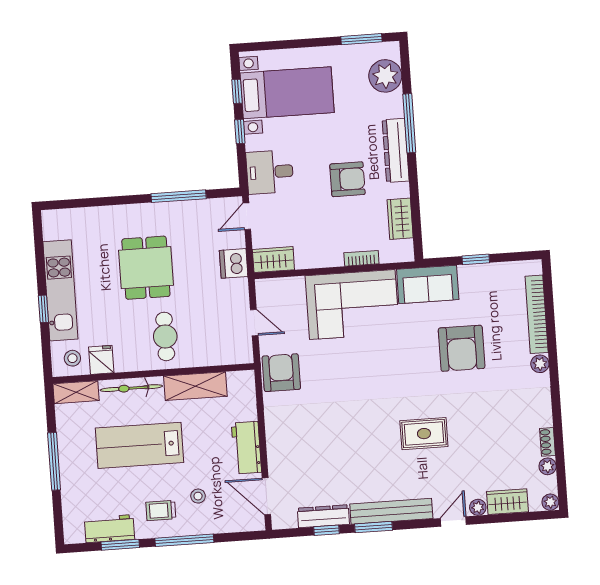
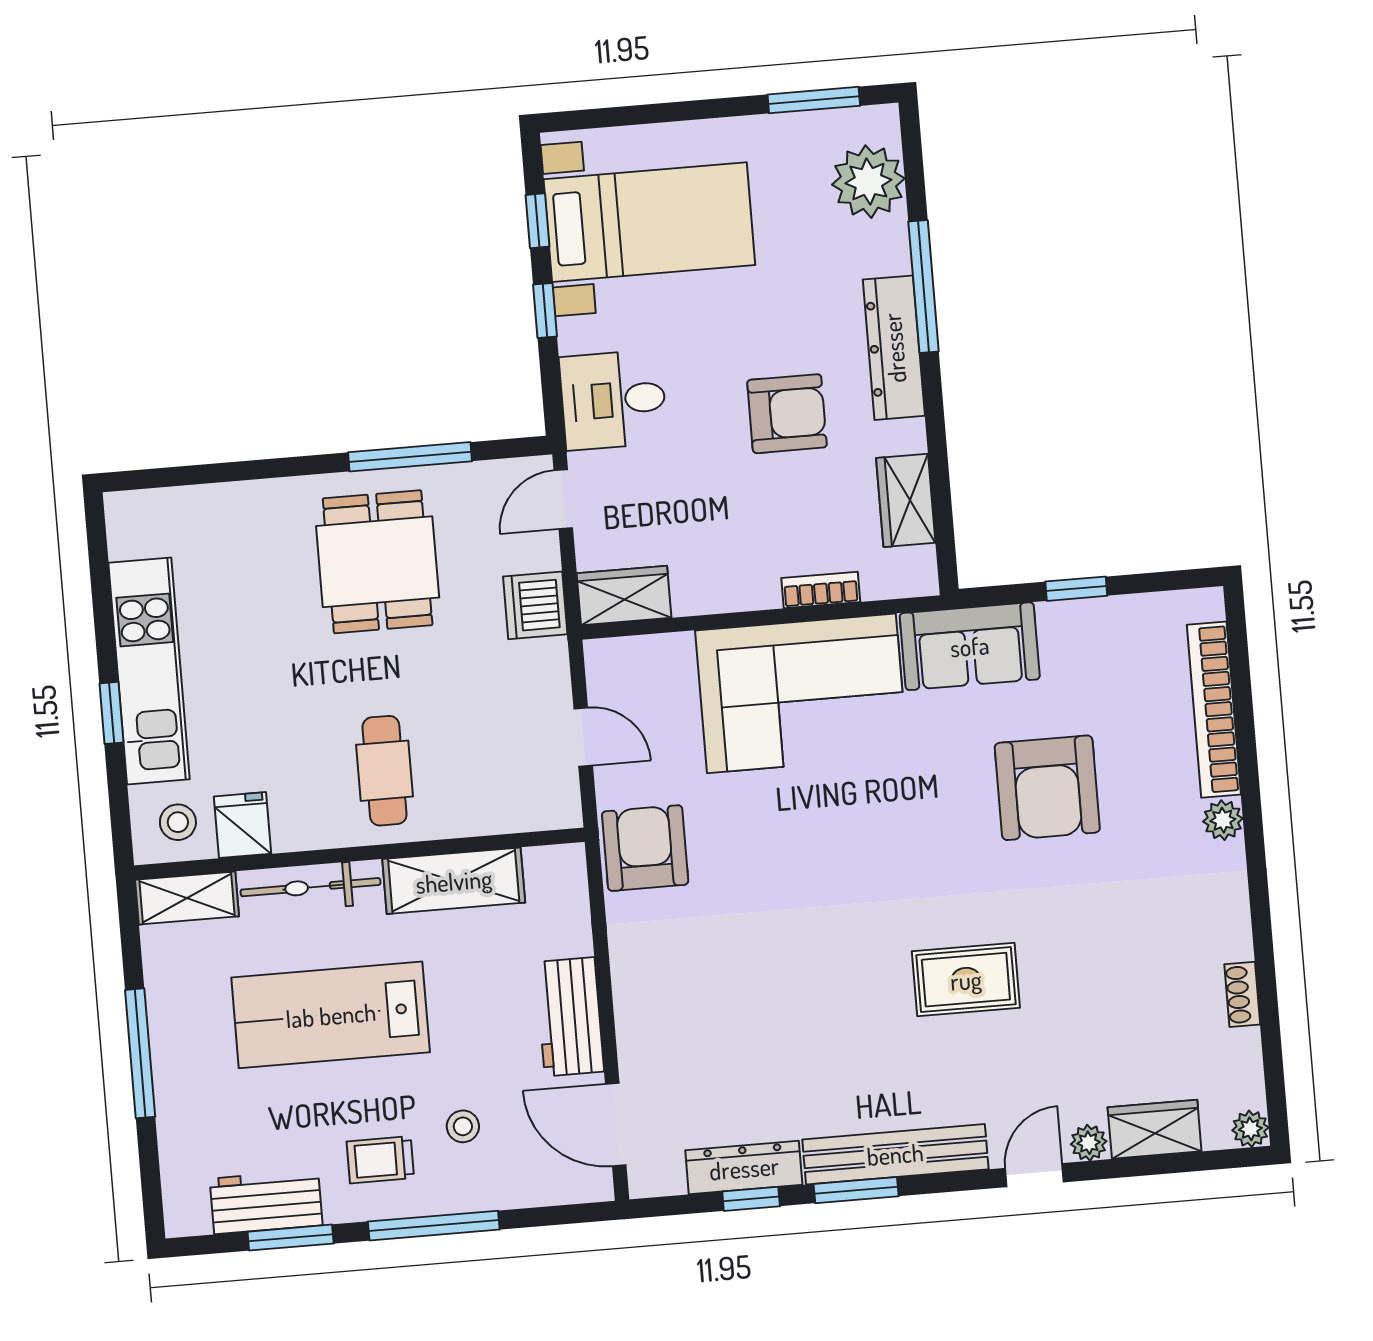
dining table: (146, 268) -> (378, 562), moved
plant: (548, 466) -> (1243, 1049), removed

